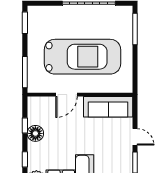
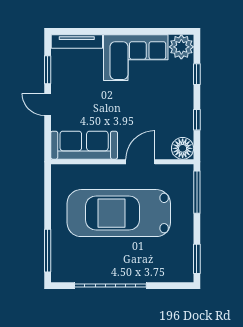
floor lamp: (35, 133) -> (183, 148), moved

